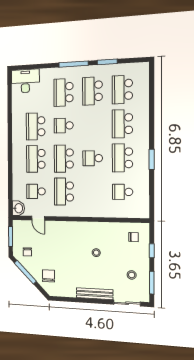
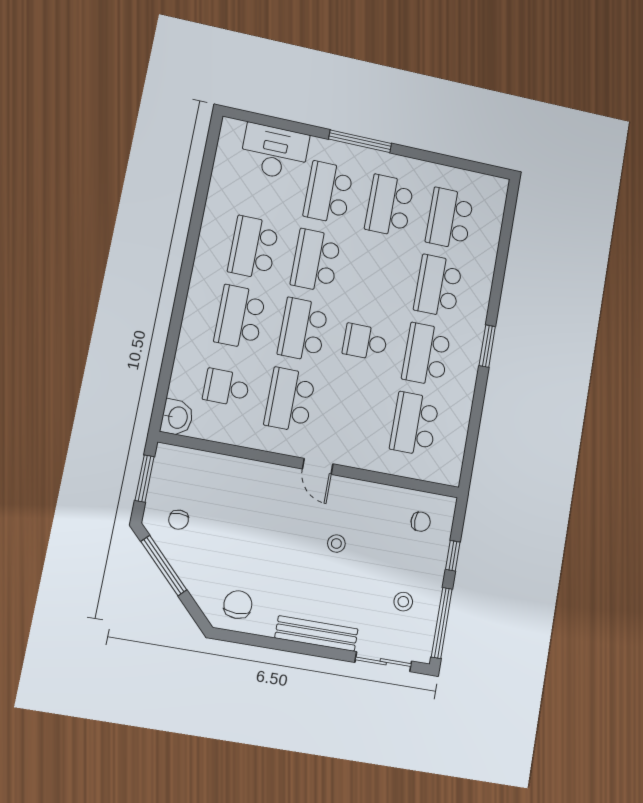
window: (107, 62) -> (429, 157), removed
desk: (25, 81) -> (274, 152), moved
school desk: (64, 126) -> (316, 260), width x1.85
window: (152, 159) -> (487, 346), moved
school desk: (123, 192) -> (414, 424), width x1.85
door: (38, 218) -> (318, 466), moved
chair: (48, 276) -> (238, 605), moved
window: (152, 283) -> (442, 623), width x1.44

